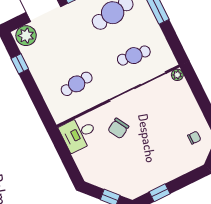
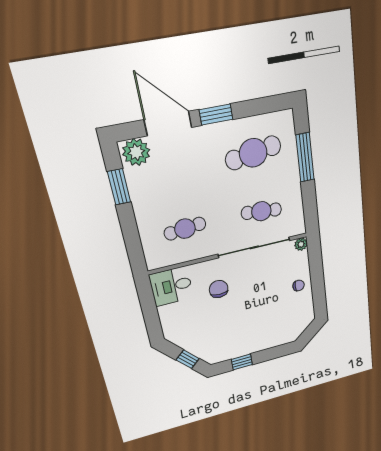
window: (20, 64) -> (119, 187), width x1.50
chair: (118, 128) -> (219, 289), turned 121
chair: (194, 138) -> (299, 286), moved

